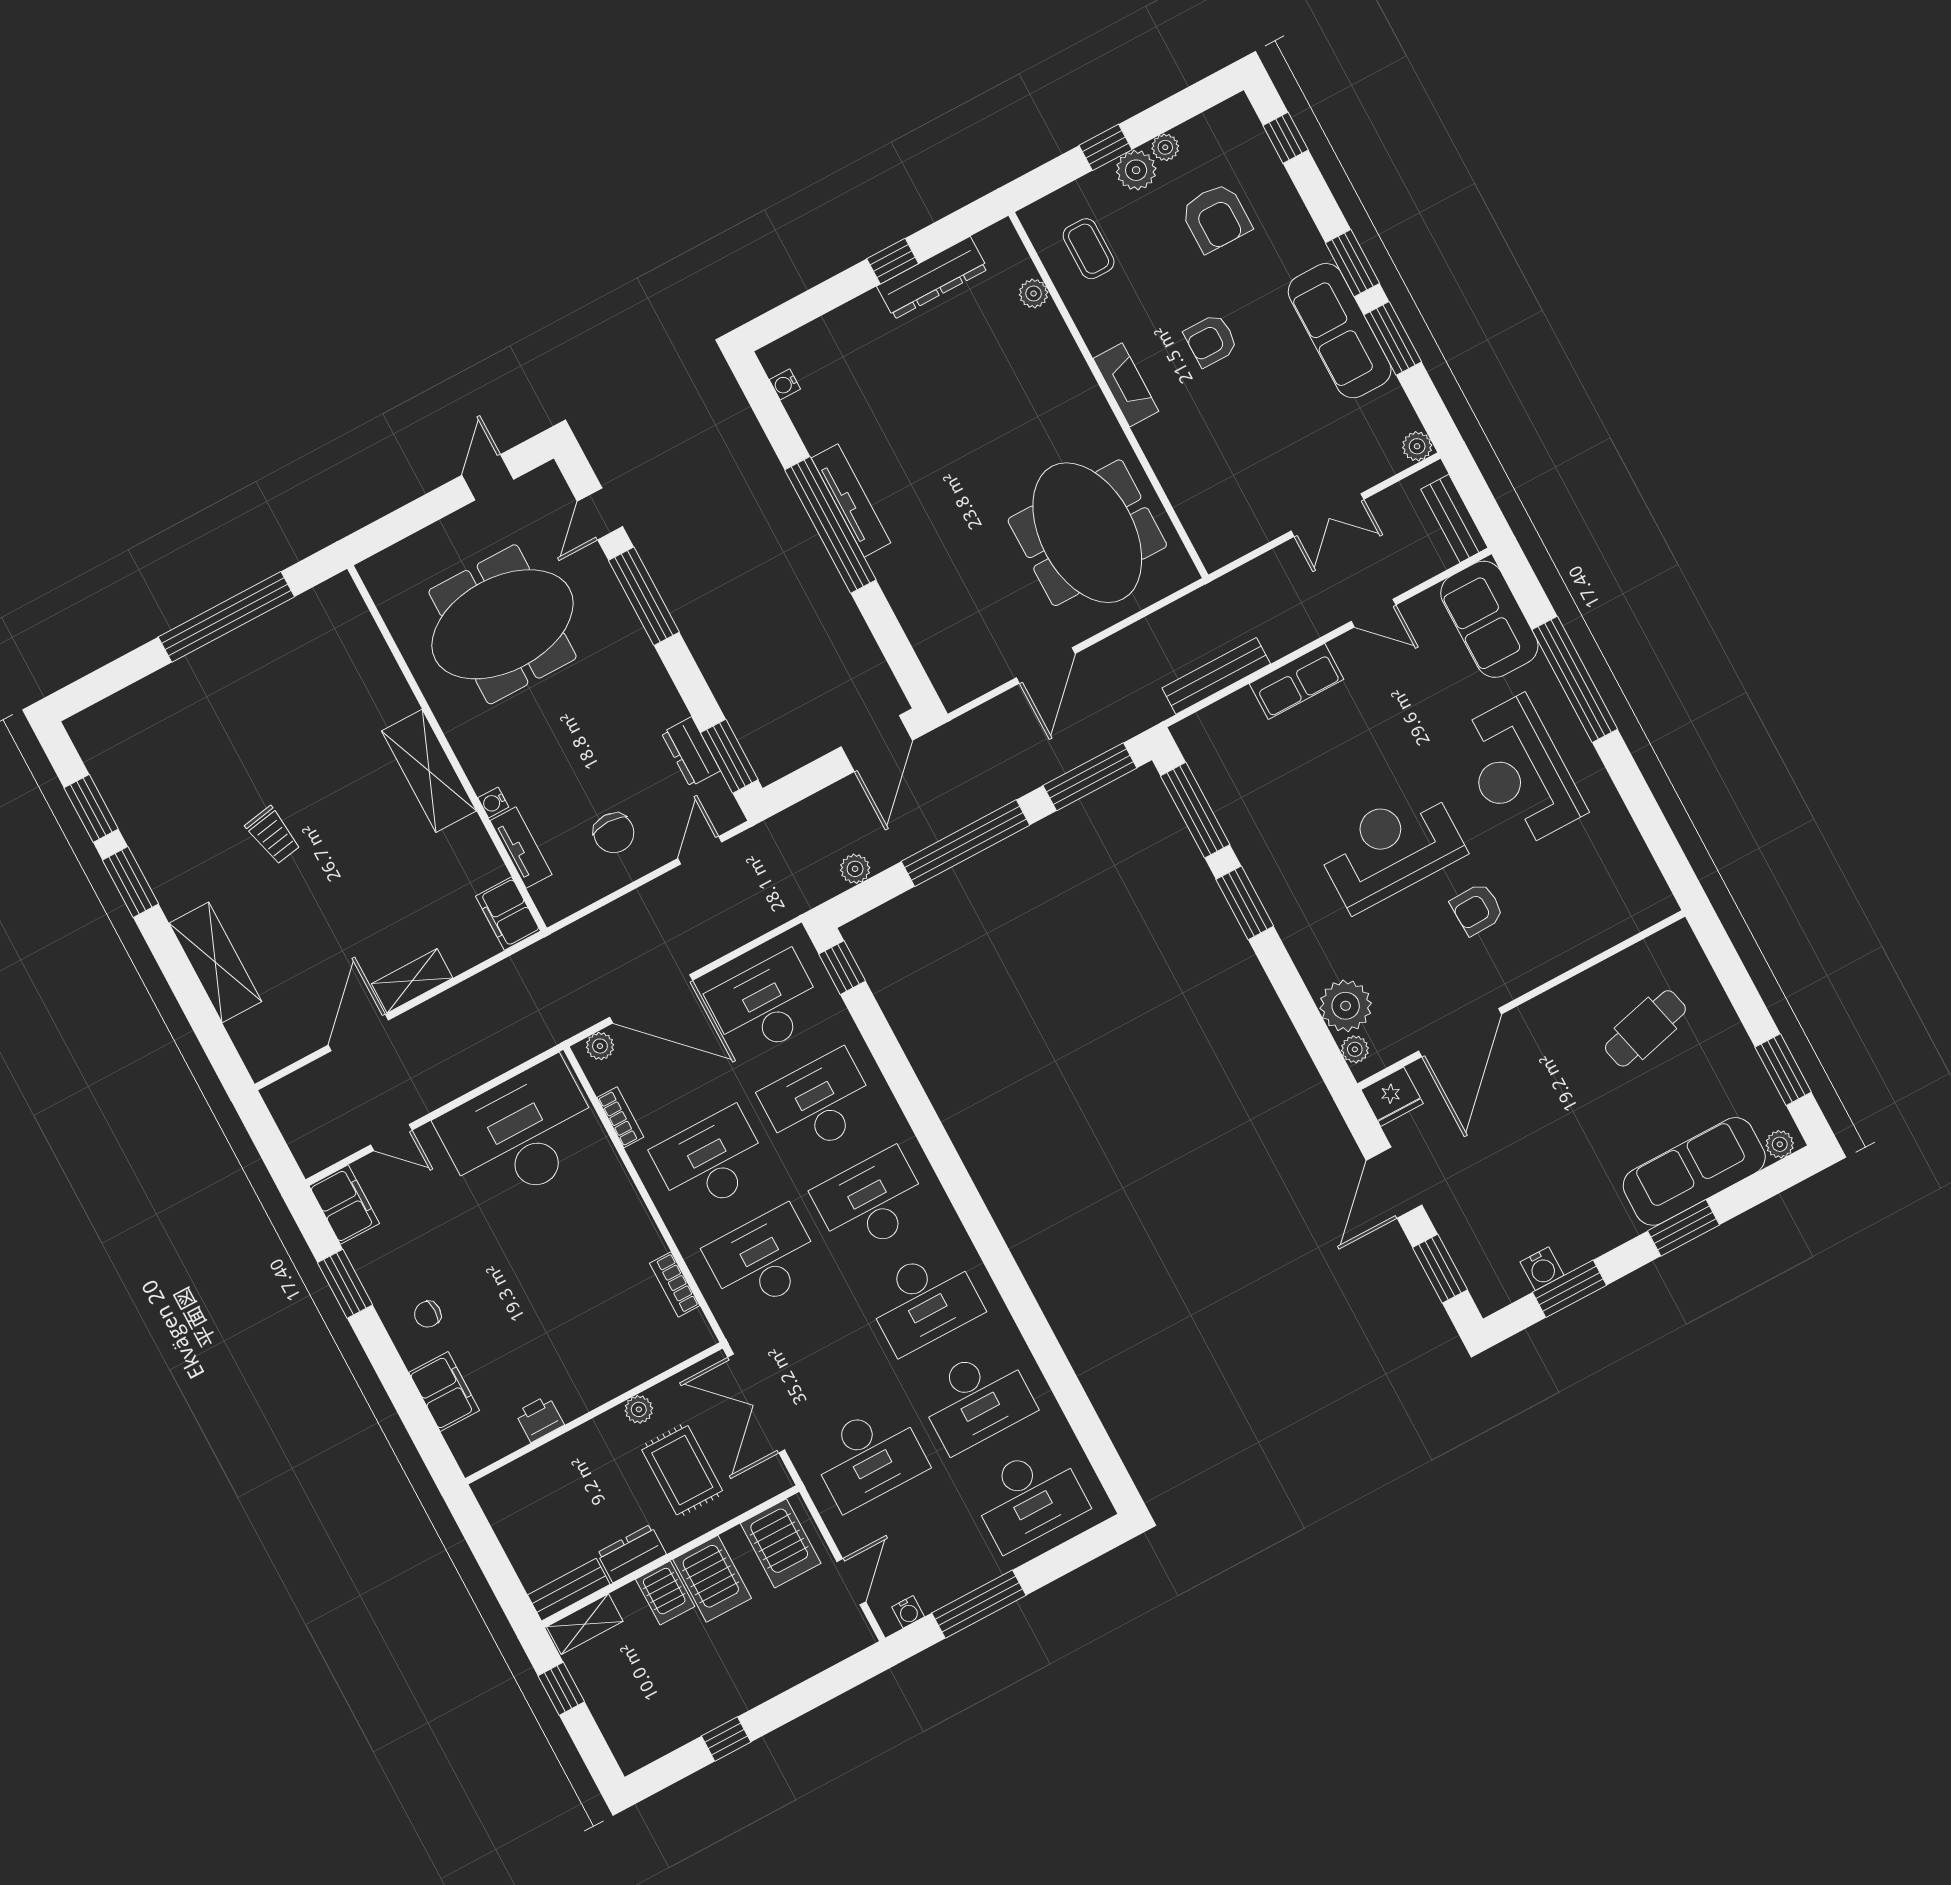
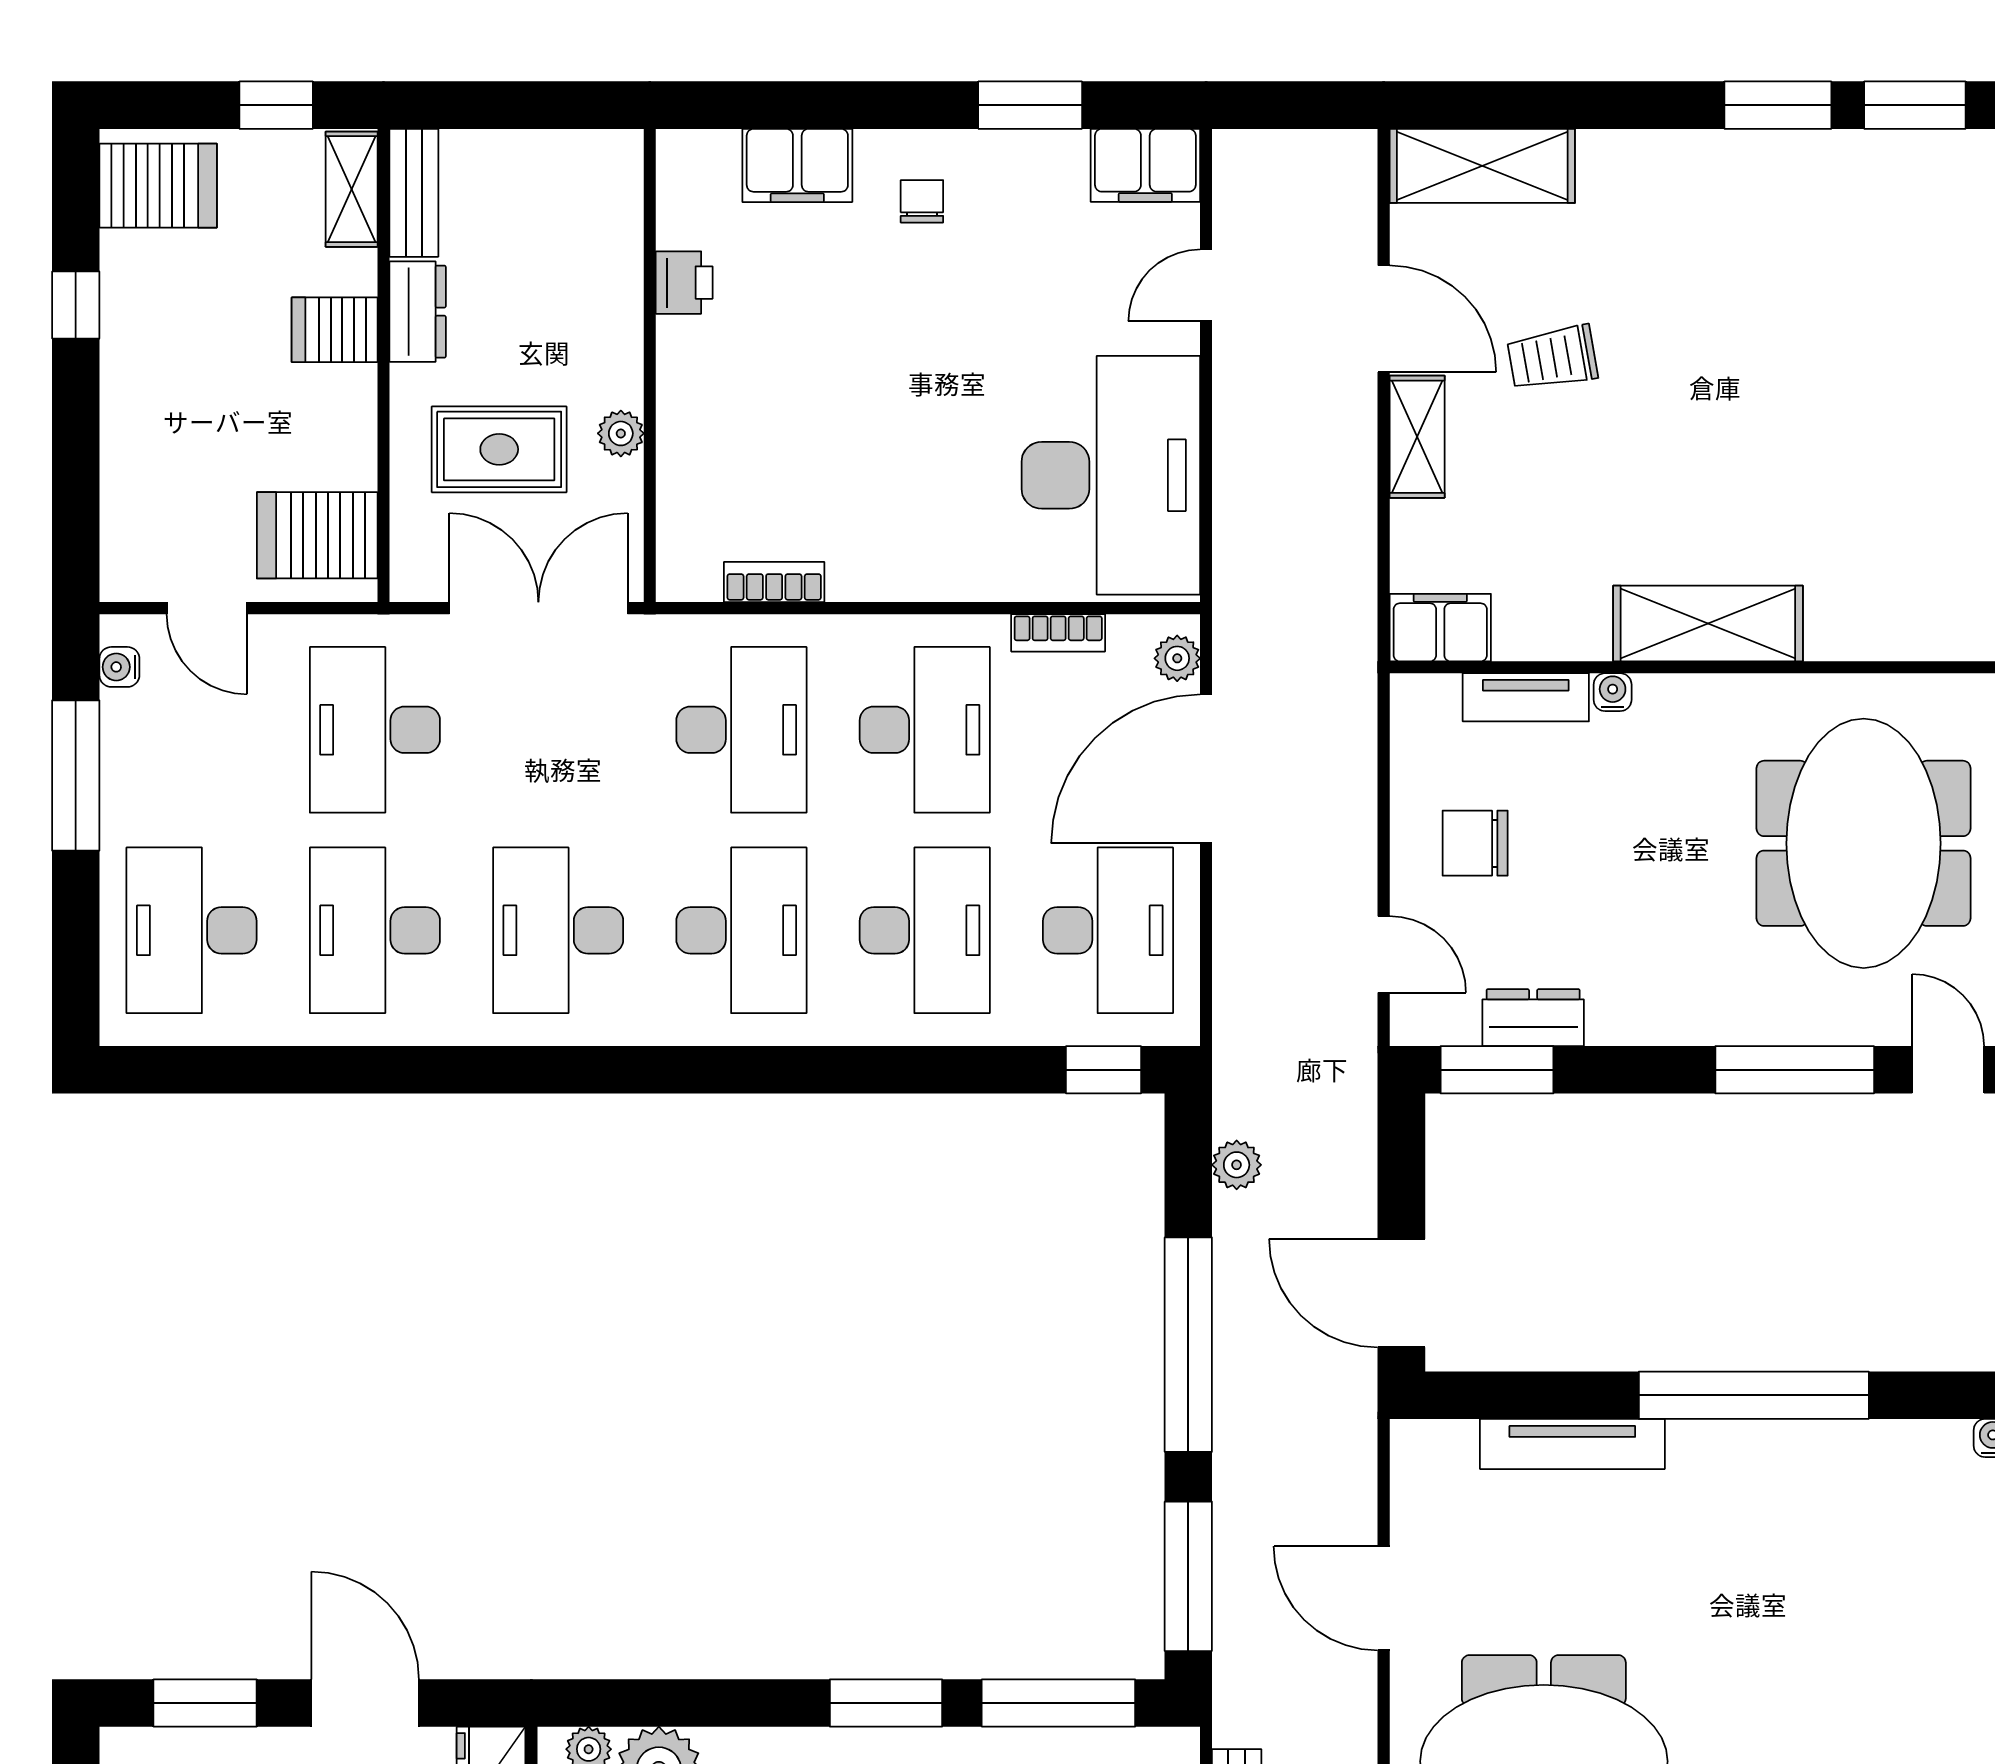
tv unit: (851, 500) -> (1572, 1444), moved
trolley: (273, 835) -> (1552, 358), moved
shelving: (215, 962) -> (1482, 166), moved
server rack: (712, 1579) -> (158, 186), moved, turned 180

